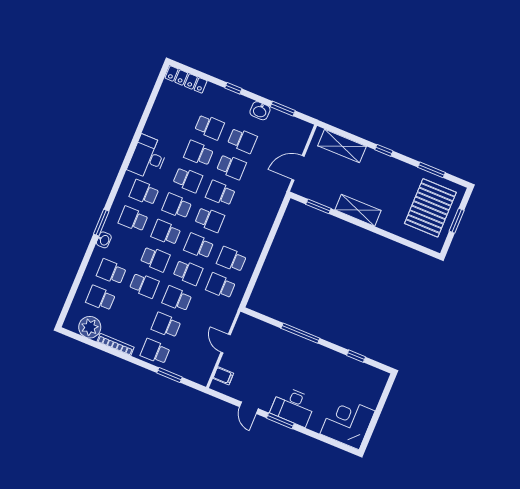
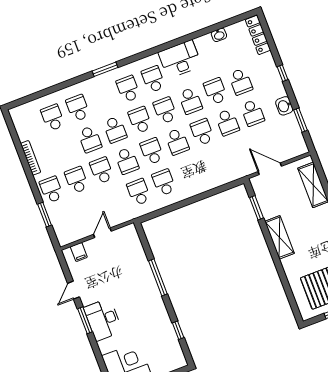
washbasin: (104, 240) -> (219, 35), moved
plant: (90, 327) -> (26, 129), removed

